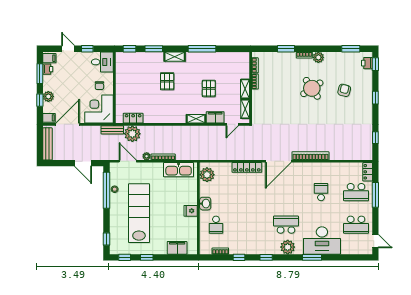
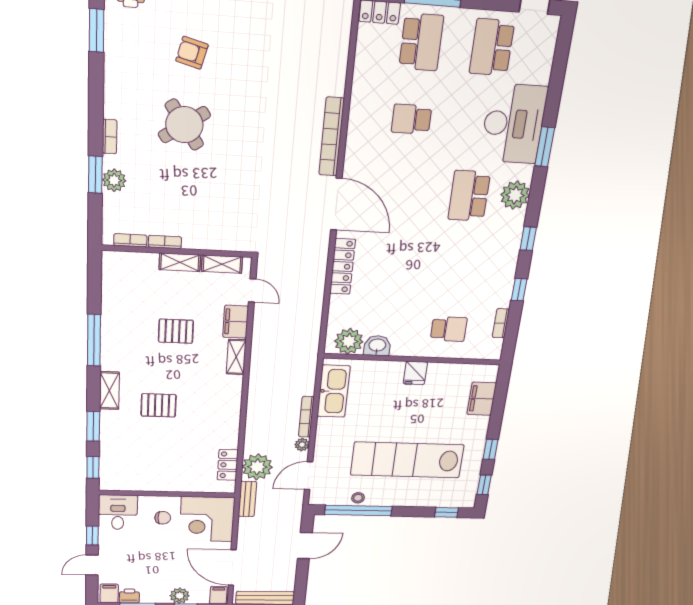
plant: (318, 57) -> (114, 180), moved
washbasin: (205, 204) -> (377, 346), moved
school desk: (356, 225) -> (492, 47), turned 180

